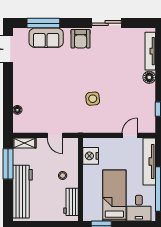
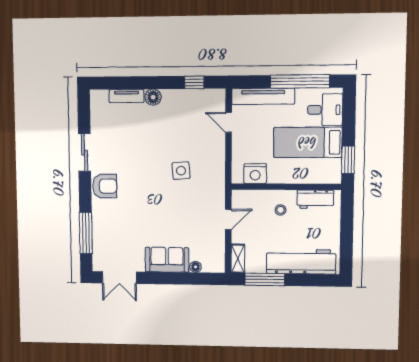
sofa: (46, 38) -> (167, 260), moved, turned -90
tv unit: (150, 51) -> (127, 96), width x0.71

